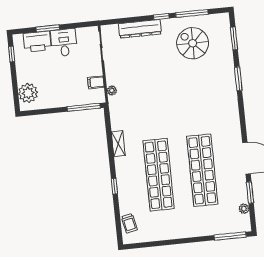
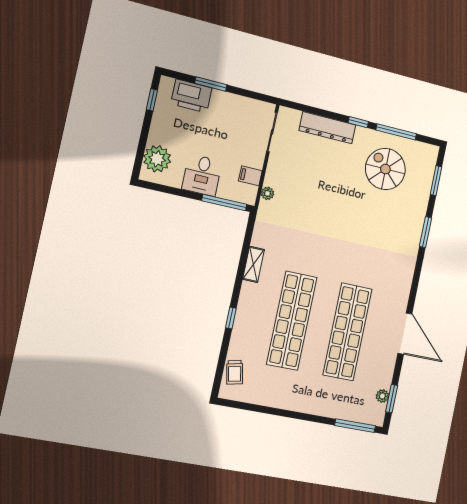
desk: (64, 43) -> (202, 175), moved, turned 180
window: (250, 192) -> (392, 399), moved

